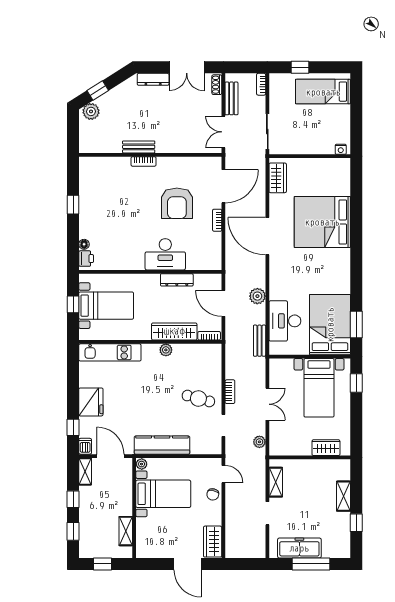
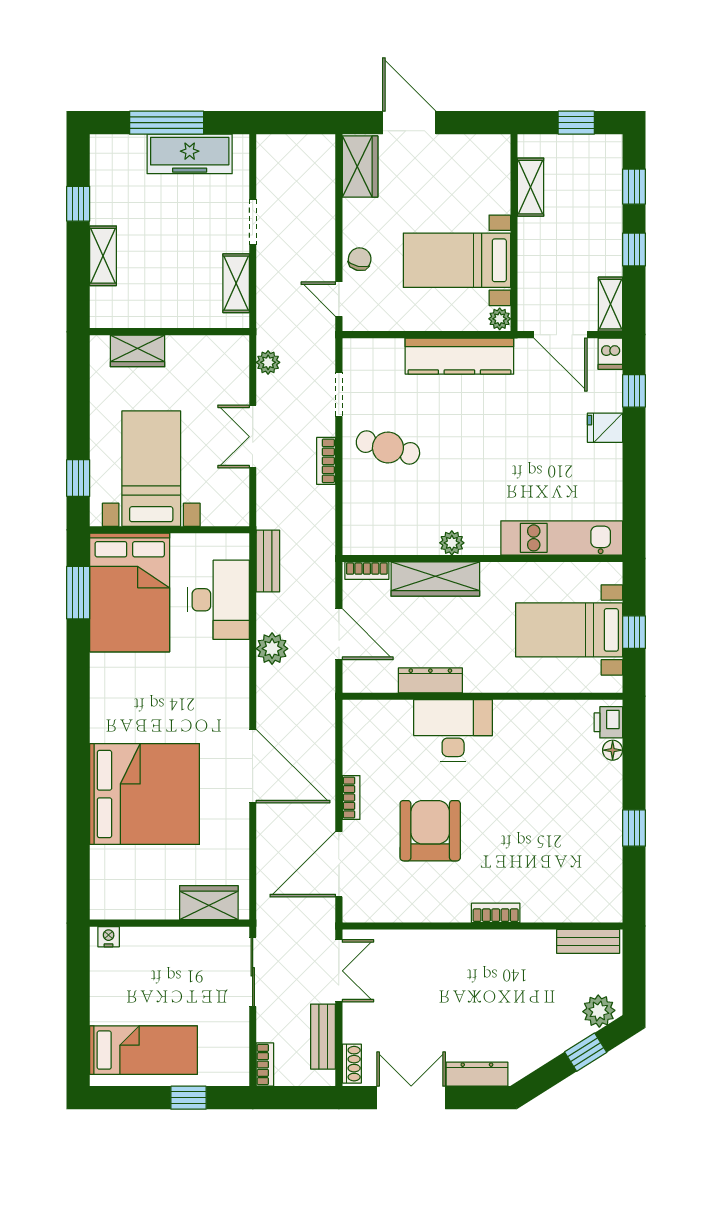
bench: (139, 147) -> (588, 941), moved
wardrobe: (278, 178) -> (209, 903), moved, turned 90
fridge: (91, 402) -> (605, 428), width x0.53, depth x0.75

